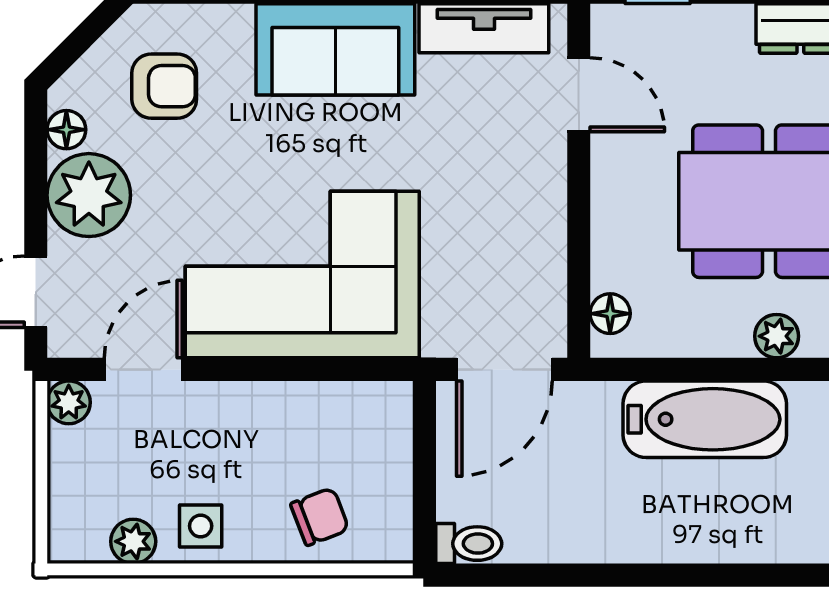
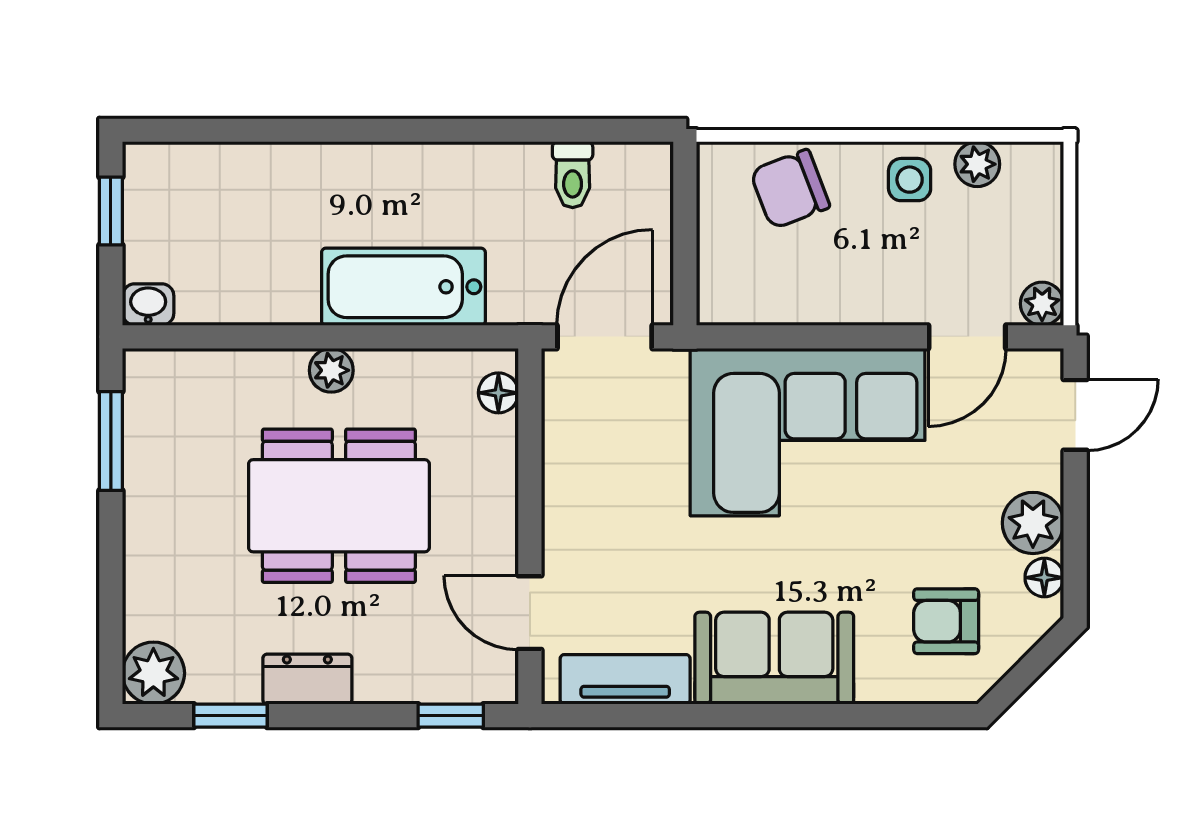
plant: (89, 195) -> (1033, 523), width x0.73, depth x0.73
chair: (320, 517) -> (790, 189), width x1.37, depth x1.37
toilet: (469, 544) -> (573, 175), moved, turned -90

